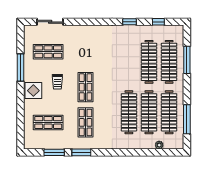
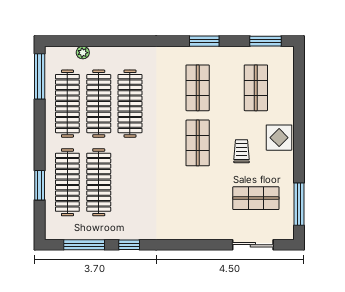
window: (158, 22) -> (84, 245), width x2.17
window: (187, 60) -> (40, 185), width x0.69
window: (21, 68) -> (299, 204), moved
window: (187, 119) -> (40, 76), moved
shop shelf: (48, 122) -> (256, 88), turned 90
window: (54, 152) -> (266, 41), moved

